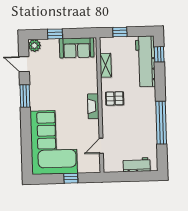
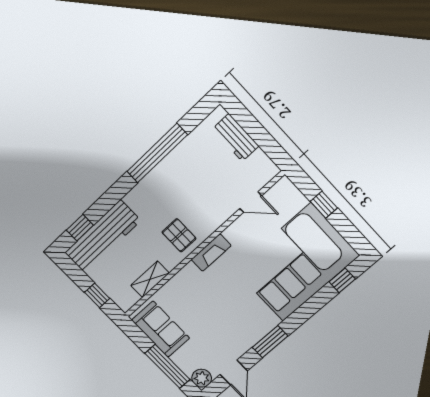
window: (55, 34) -> (167, 366), width x2.17
window: (27, 156) -> (342, 280), added

